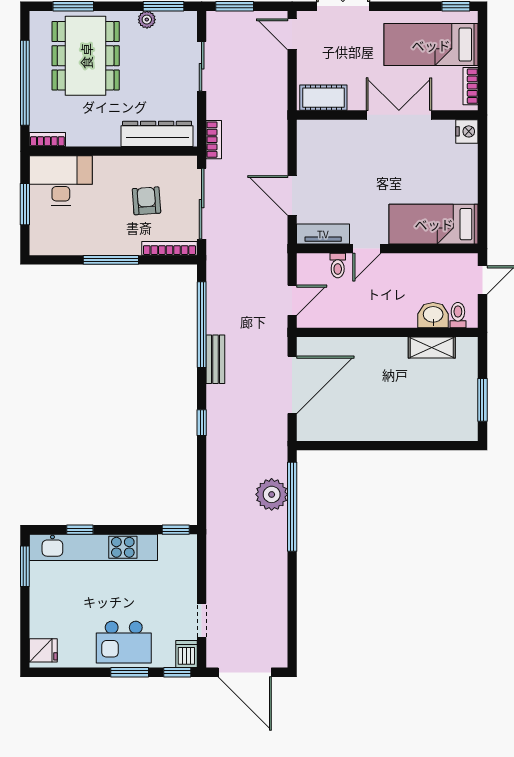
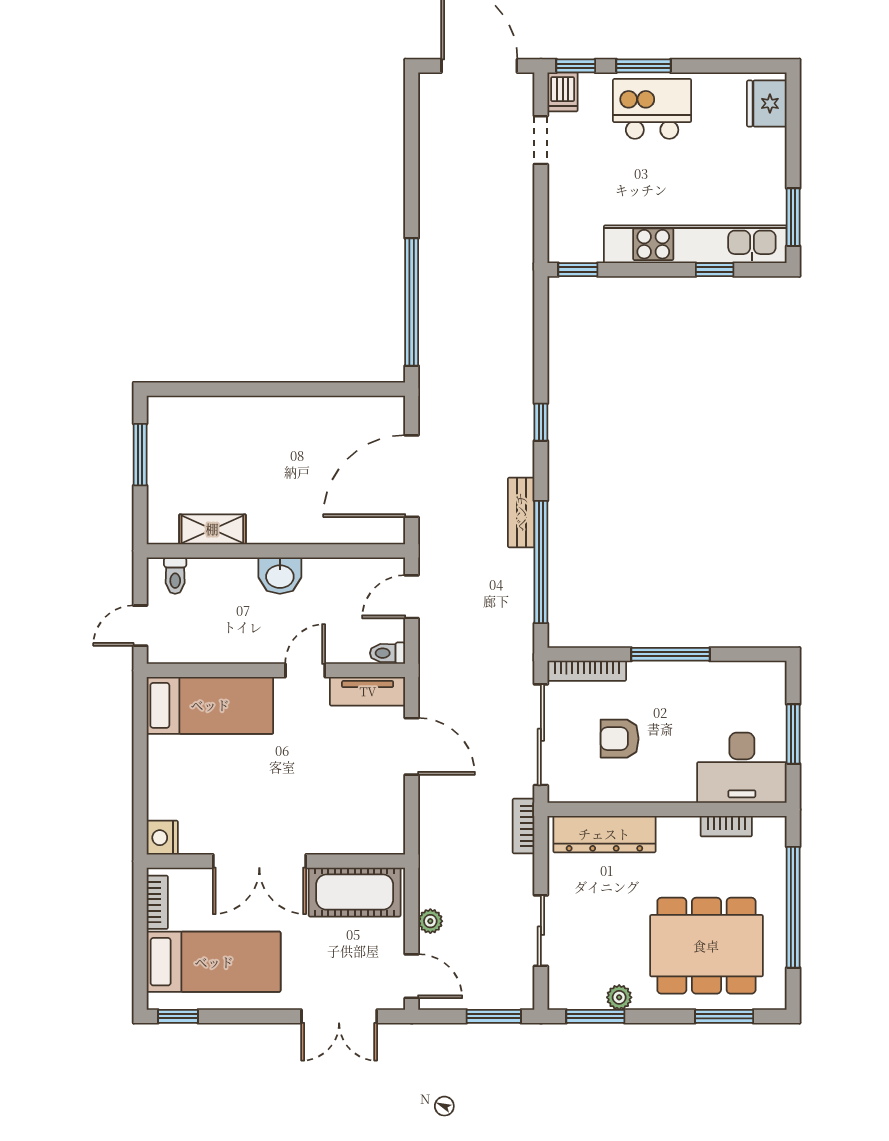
dining table: (86, 56) -> (706, 946), turned 90
cot: (323, 98) -> (355, 892), width x1.37, depth x1.34
bookcase: (47, 139) -> (726, 826), moved
armchair: (146, 201) -> (620, 739), turned 94
toilet: (338, 266) -> (388, 653), moved, turned -90
washbasin: (433, 315) -> (280, 576), moved
plant: (272, 494) -> (430, 921), moved, width x0.53, depth x0.53
fridge: (43, 650) -> (767, 103), width x1.38

